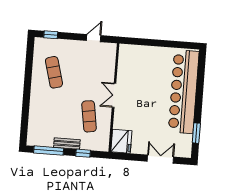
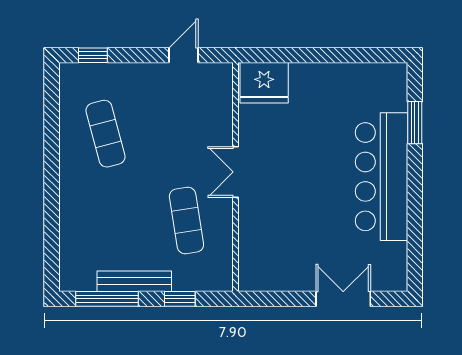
bar counter: (184, 92) -> (381, 177), width x0.73
window: (196, 133) -> (415, 123), moved
fridge: (121, 141) -> (264, 83), moved, turned 90
bench: (67, 144) -> (134, 281), width x1.36

